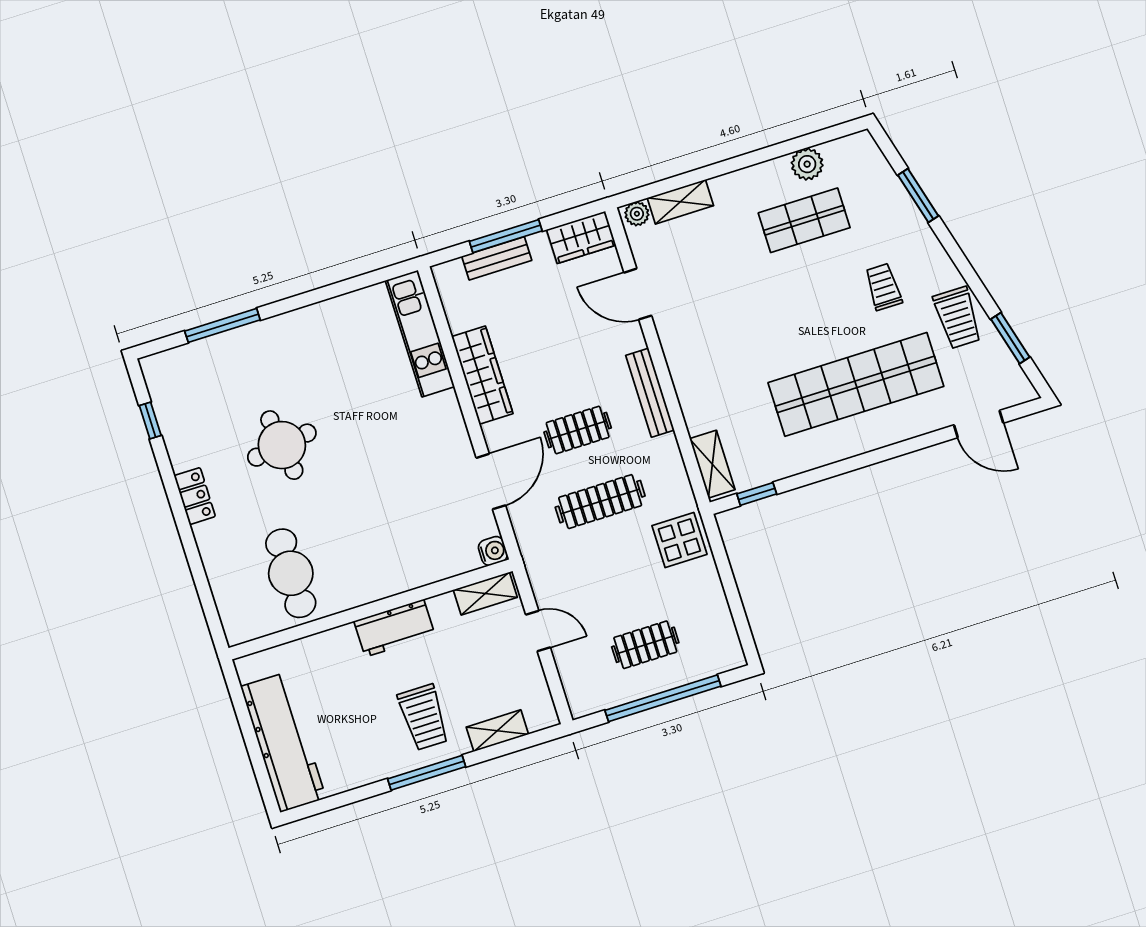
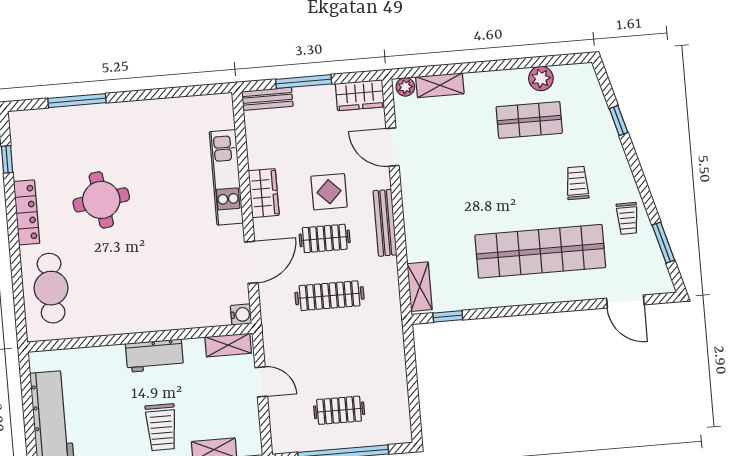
window: (918, 195) -> (619, 121), width x0.67
bench: (497, 258) -> (267, 99), moved
trolley: (957, 318) -> (627, 218), width x0.73, depth x0.72
kitchen unit: (420, 334) -> (226, 177), moved
wardrobe: (482, 375) -> (264, 193), width x0.67
locker: (195, 496) -> (27, 212), width x1.53
display table: (679, 540) -> (329, 192), moved
cafe table: (291, 573) -> (51, 288), moved

